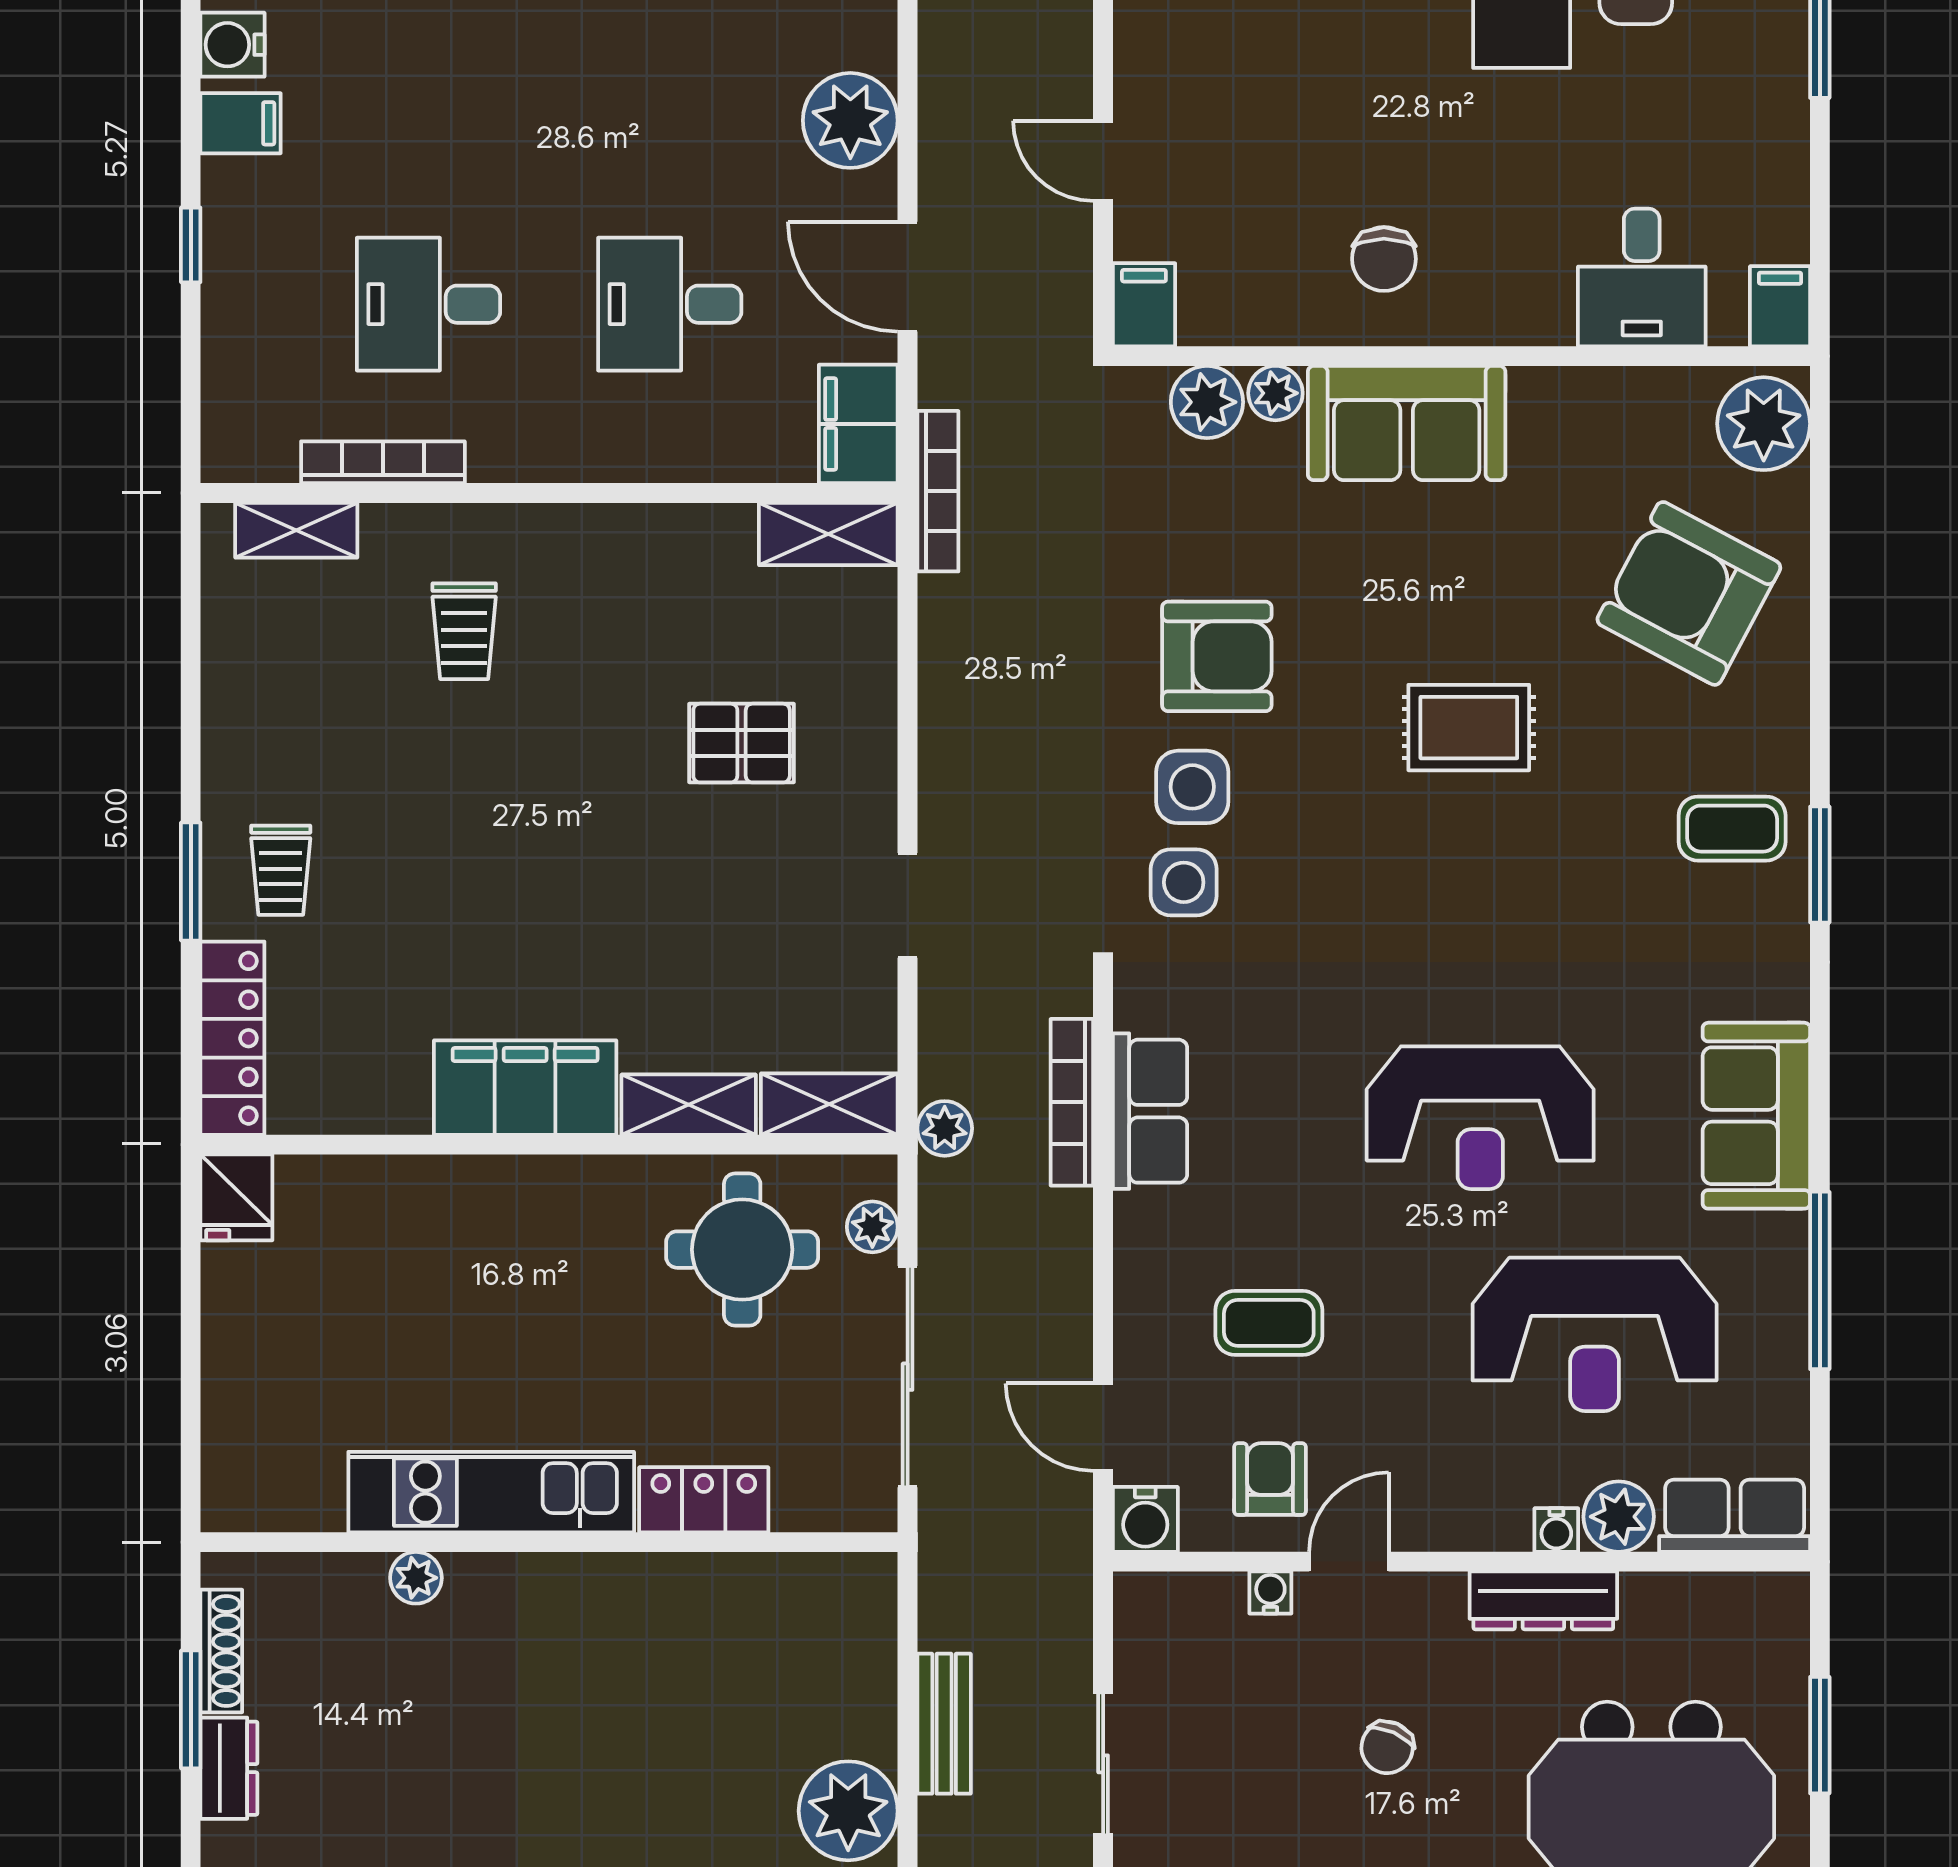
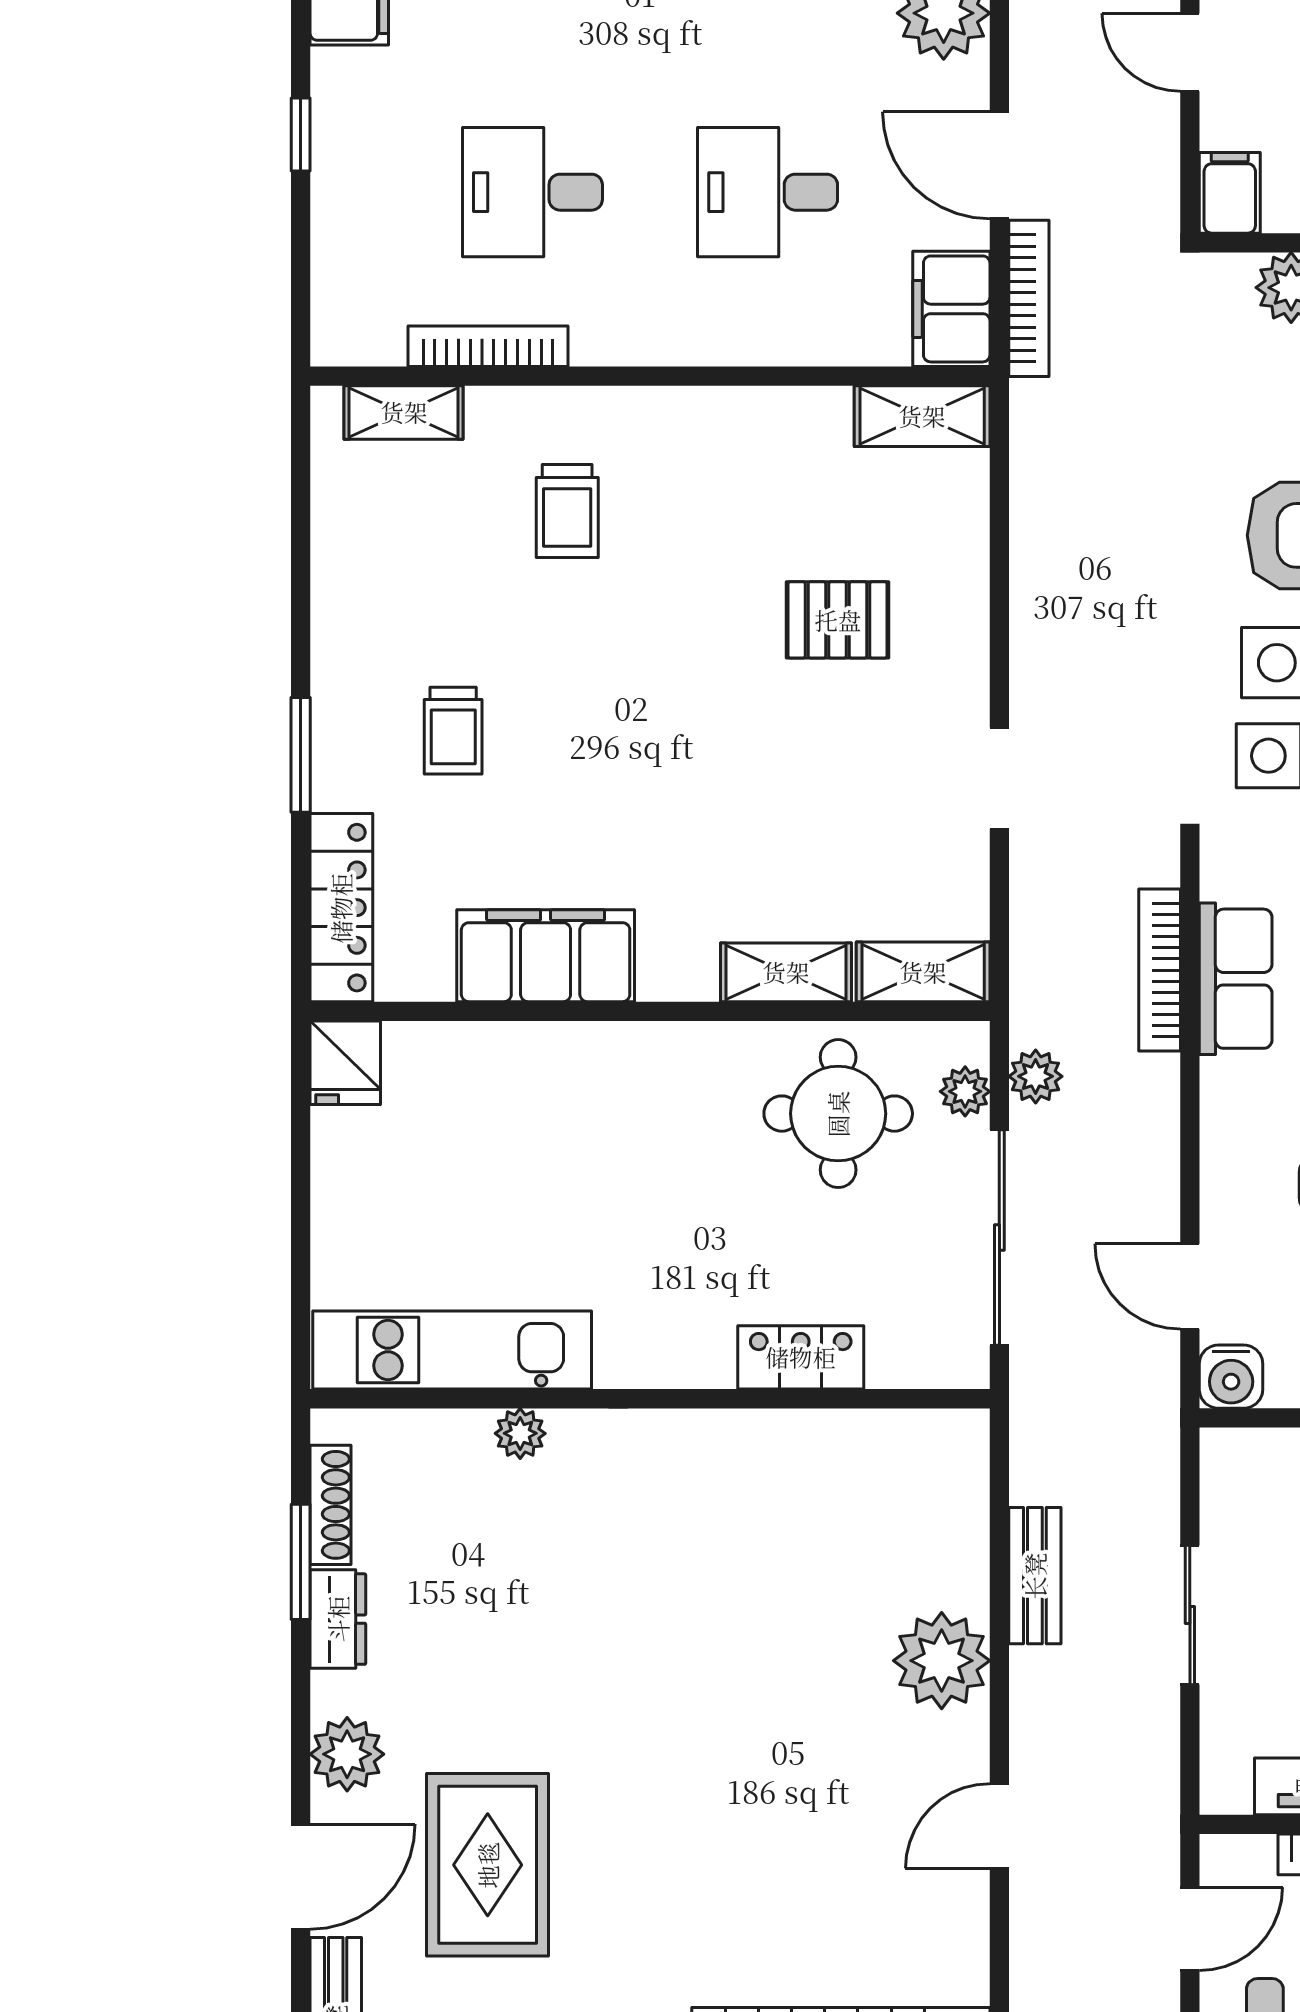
bookcase: (938, 491) -> (1029, 298), moved
trolley: (281, 870) -> (453, 731), moved
filing cabinet: (525, 1088) -> (546, 956), moved
plant: (945, 1128) -> (1036, 1076), moved
kitchen unit: (491, 1492) -> (452, 1350), moved

